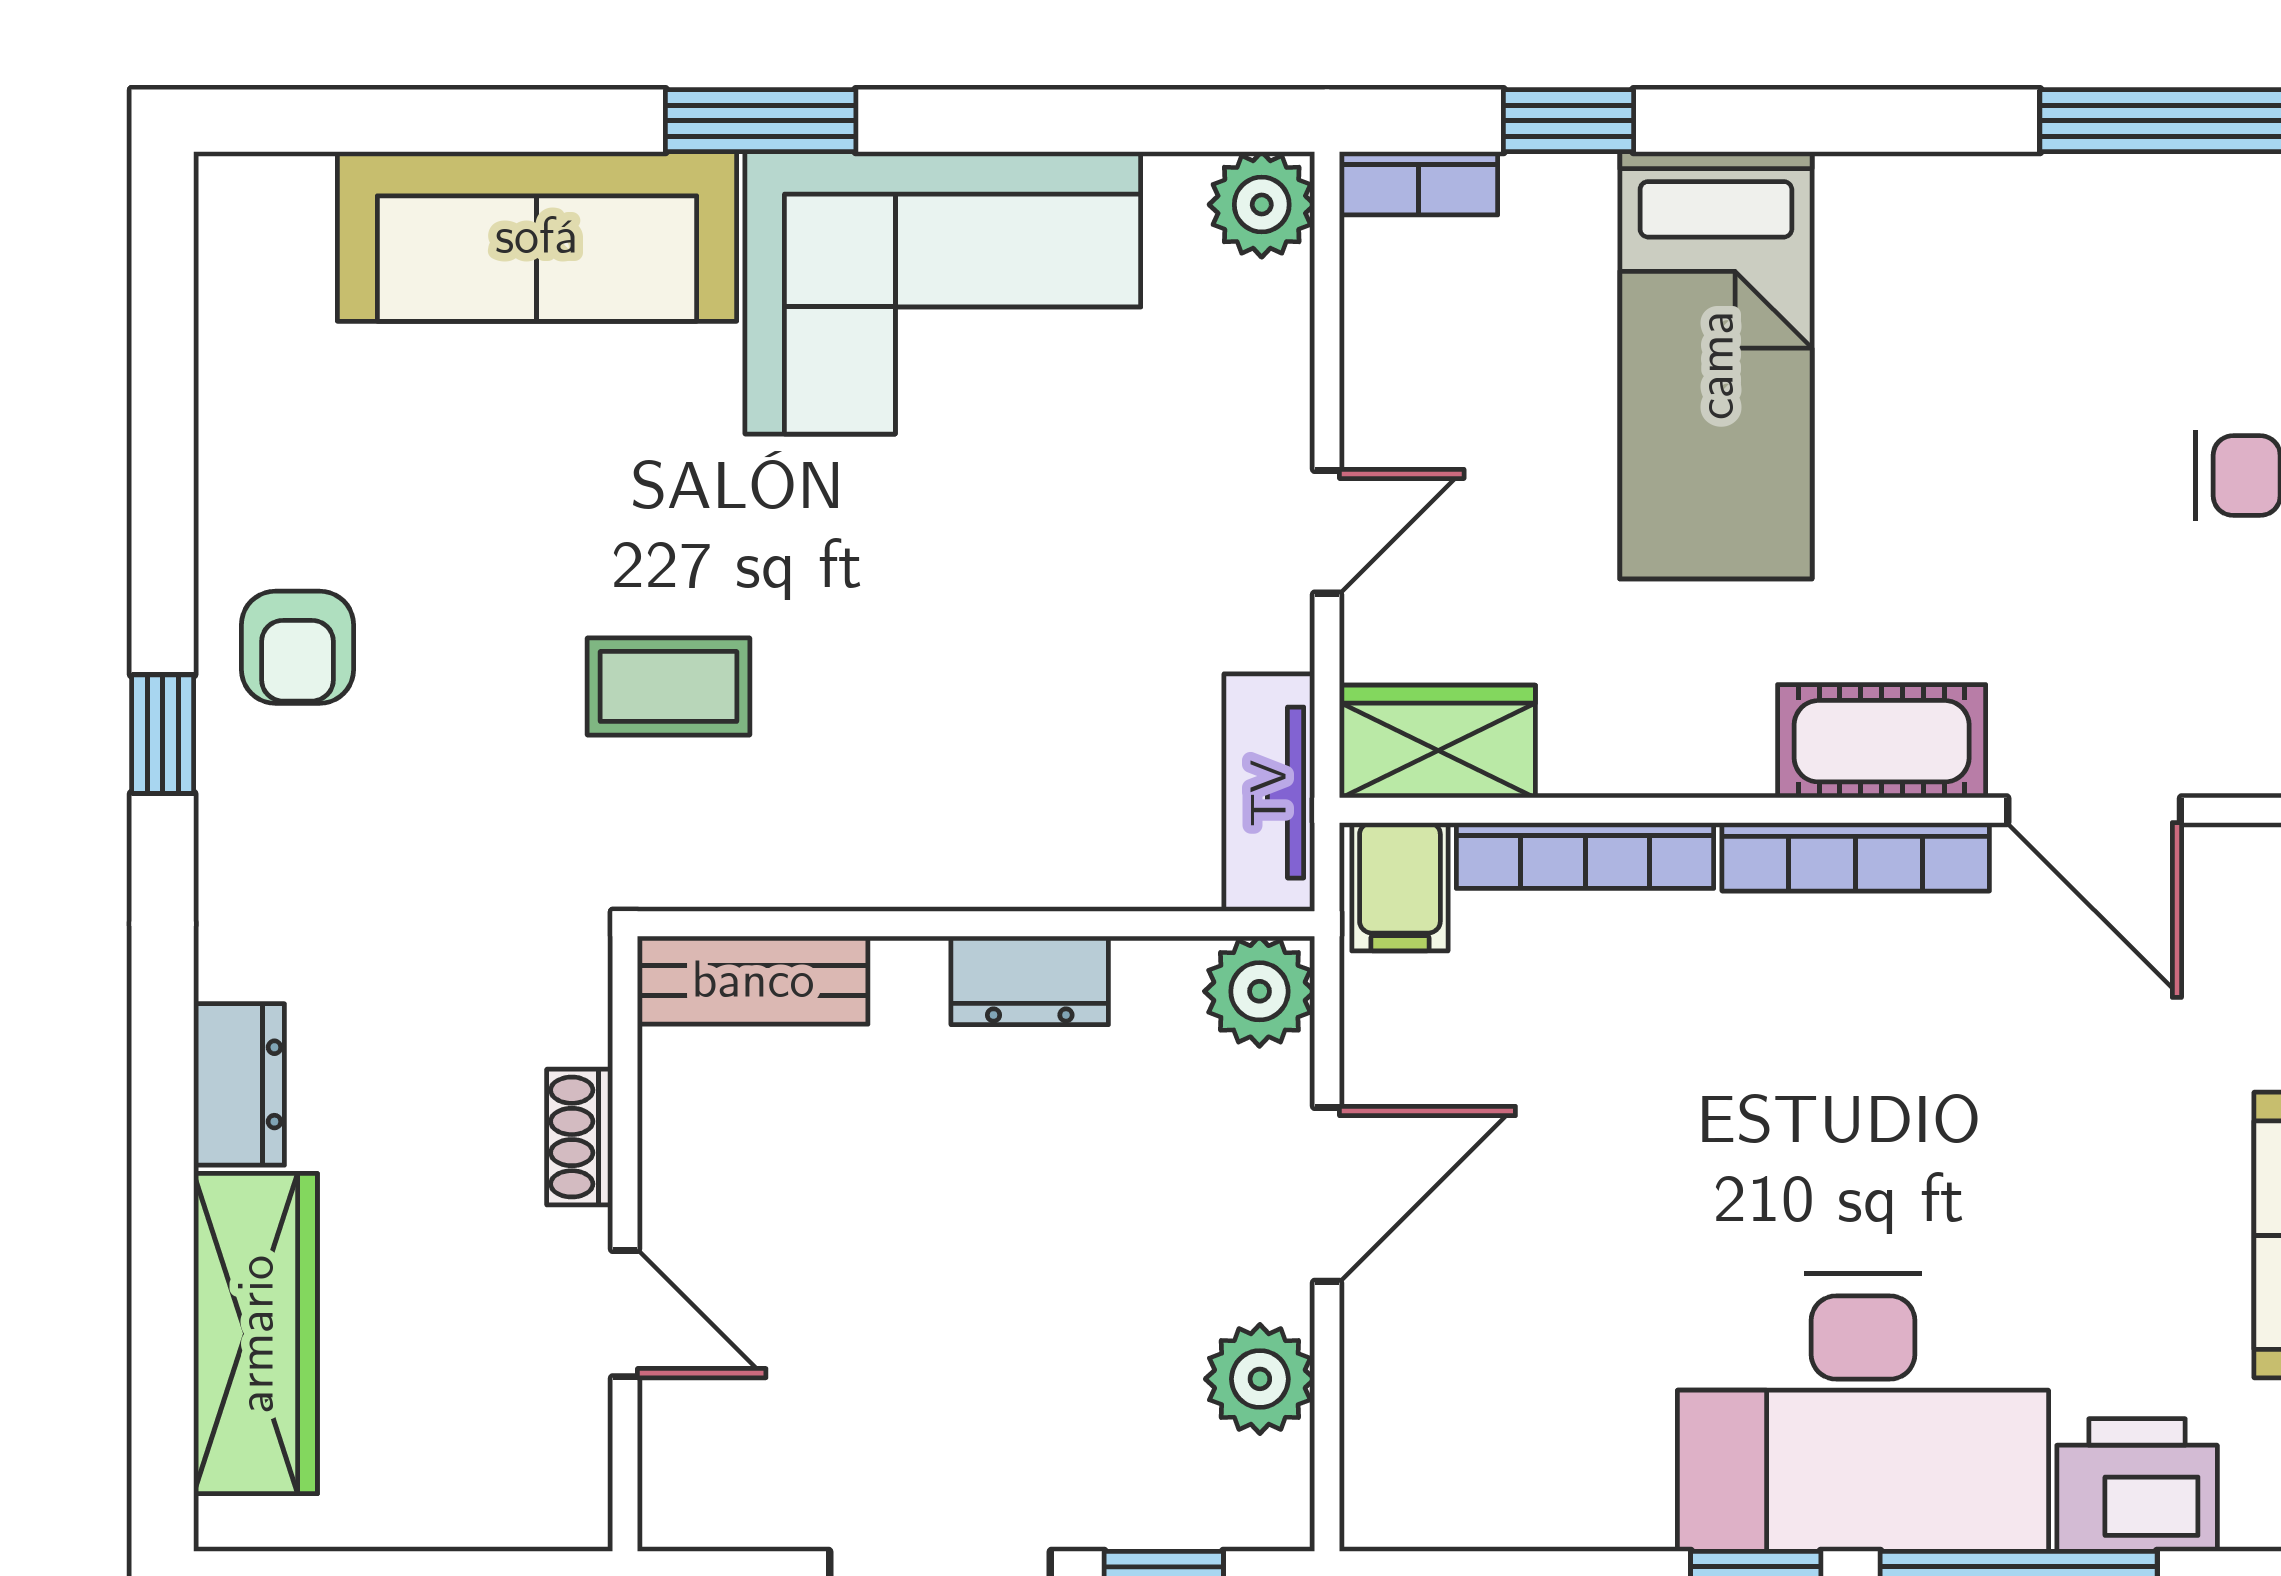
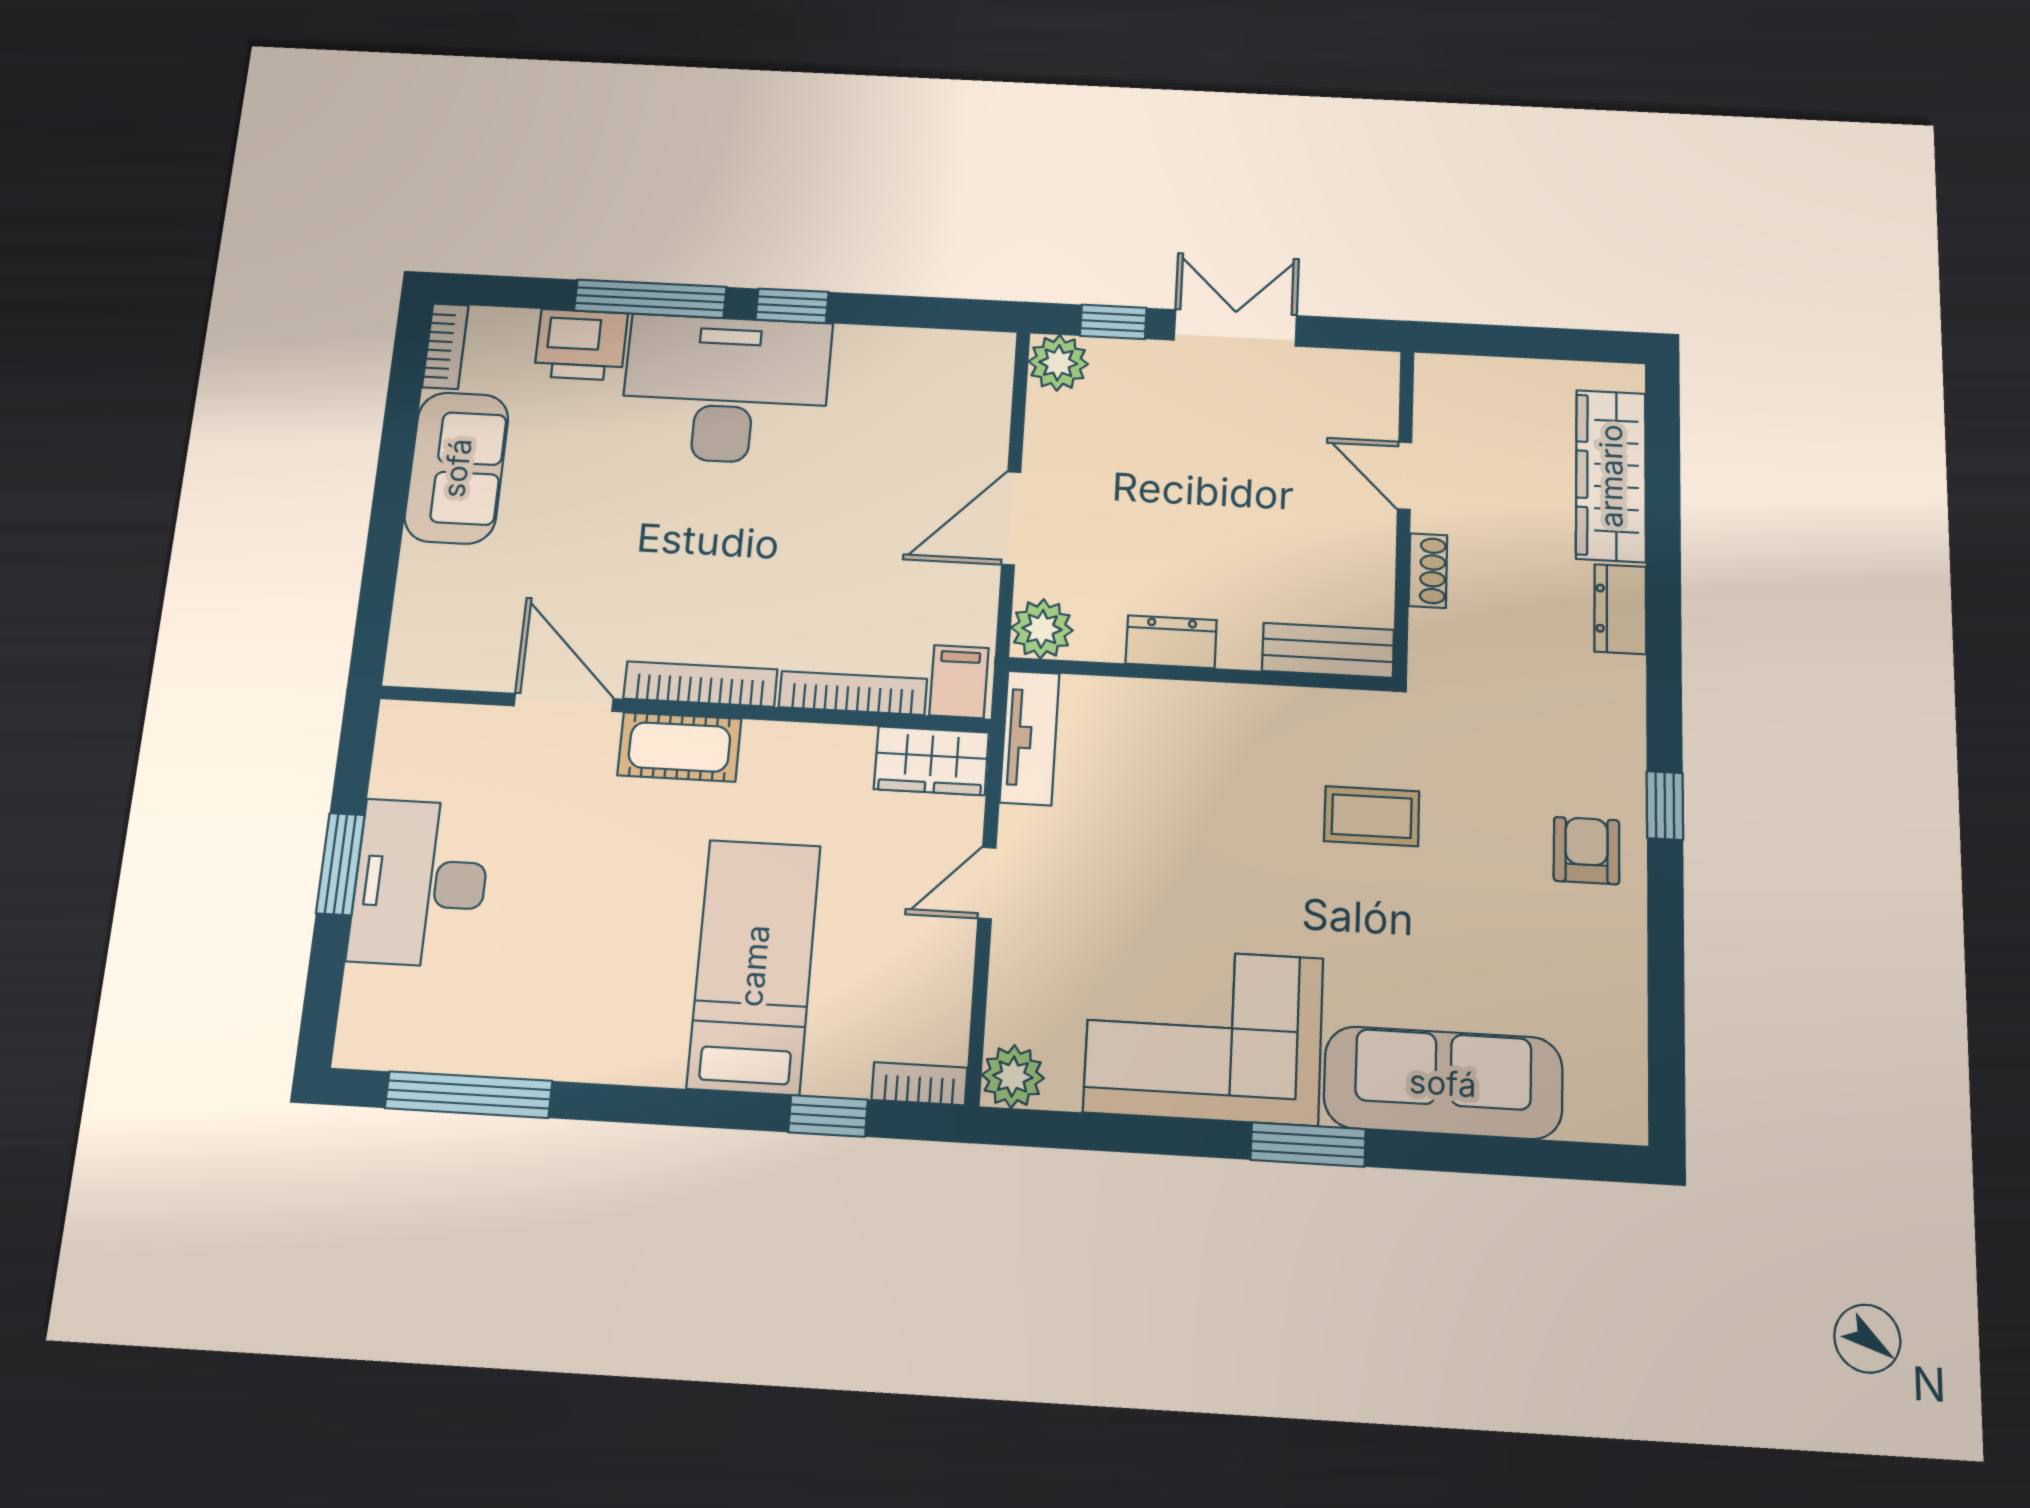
plant: (1260, 1379) -> (1058, 363), moved

